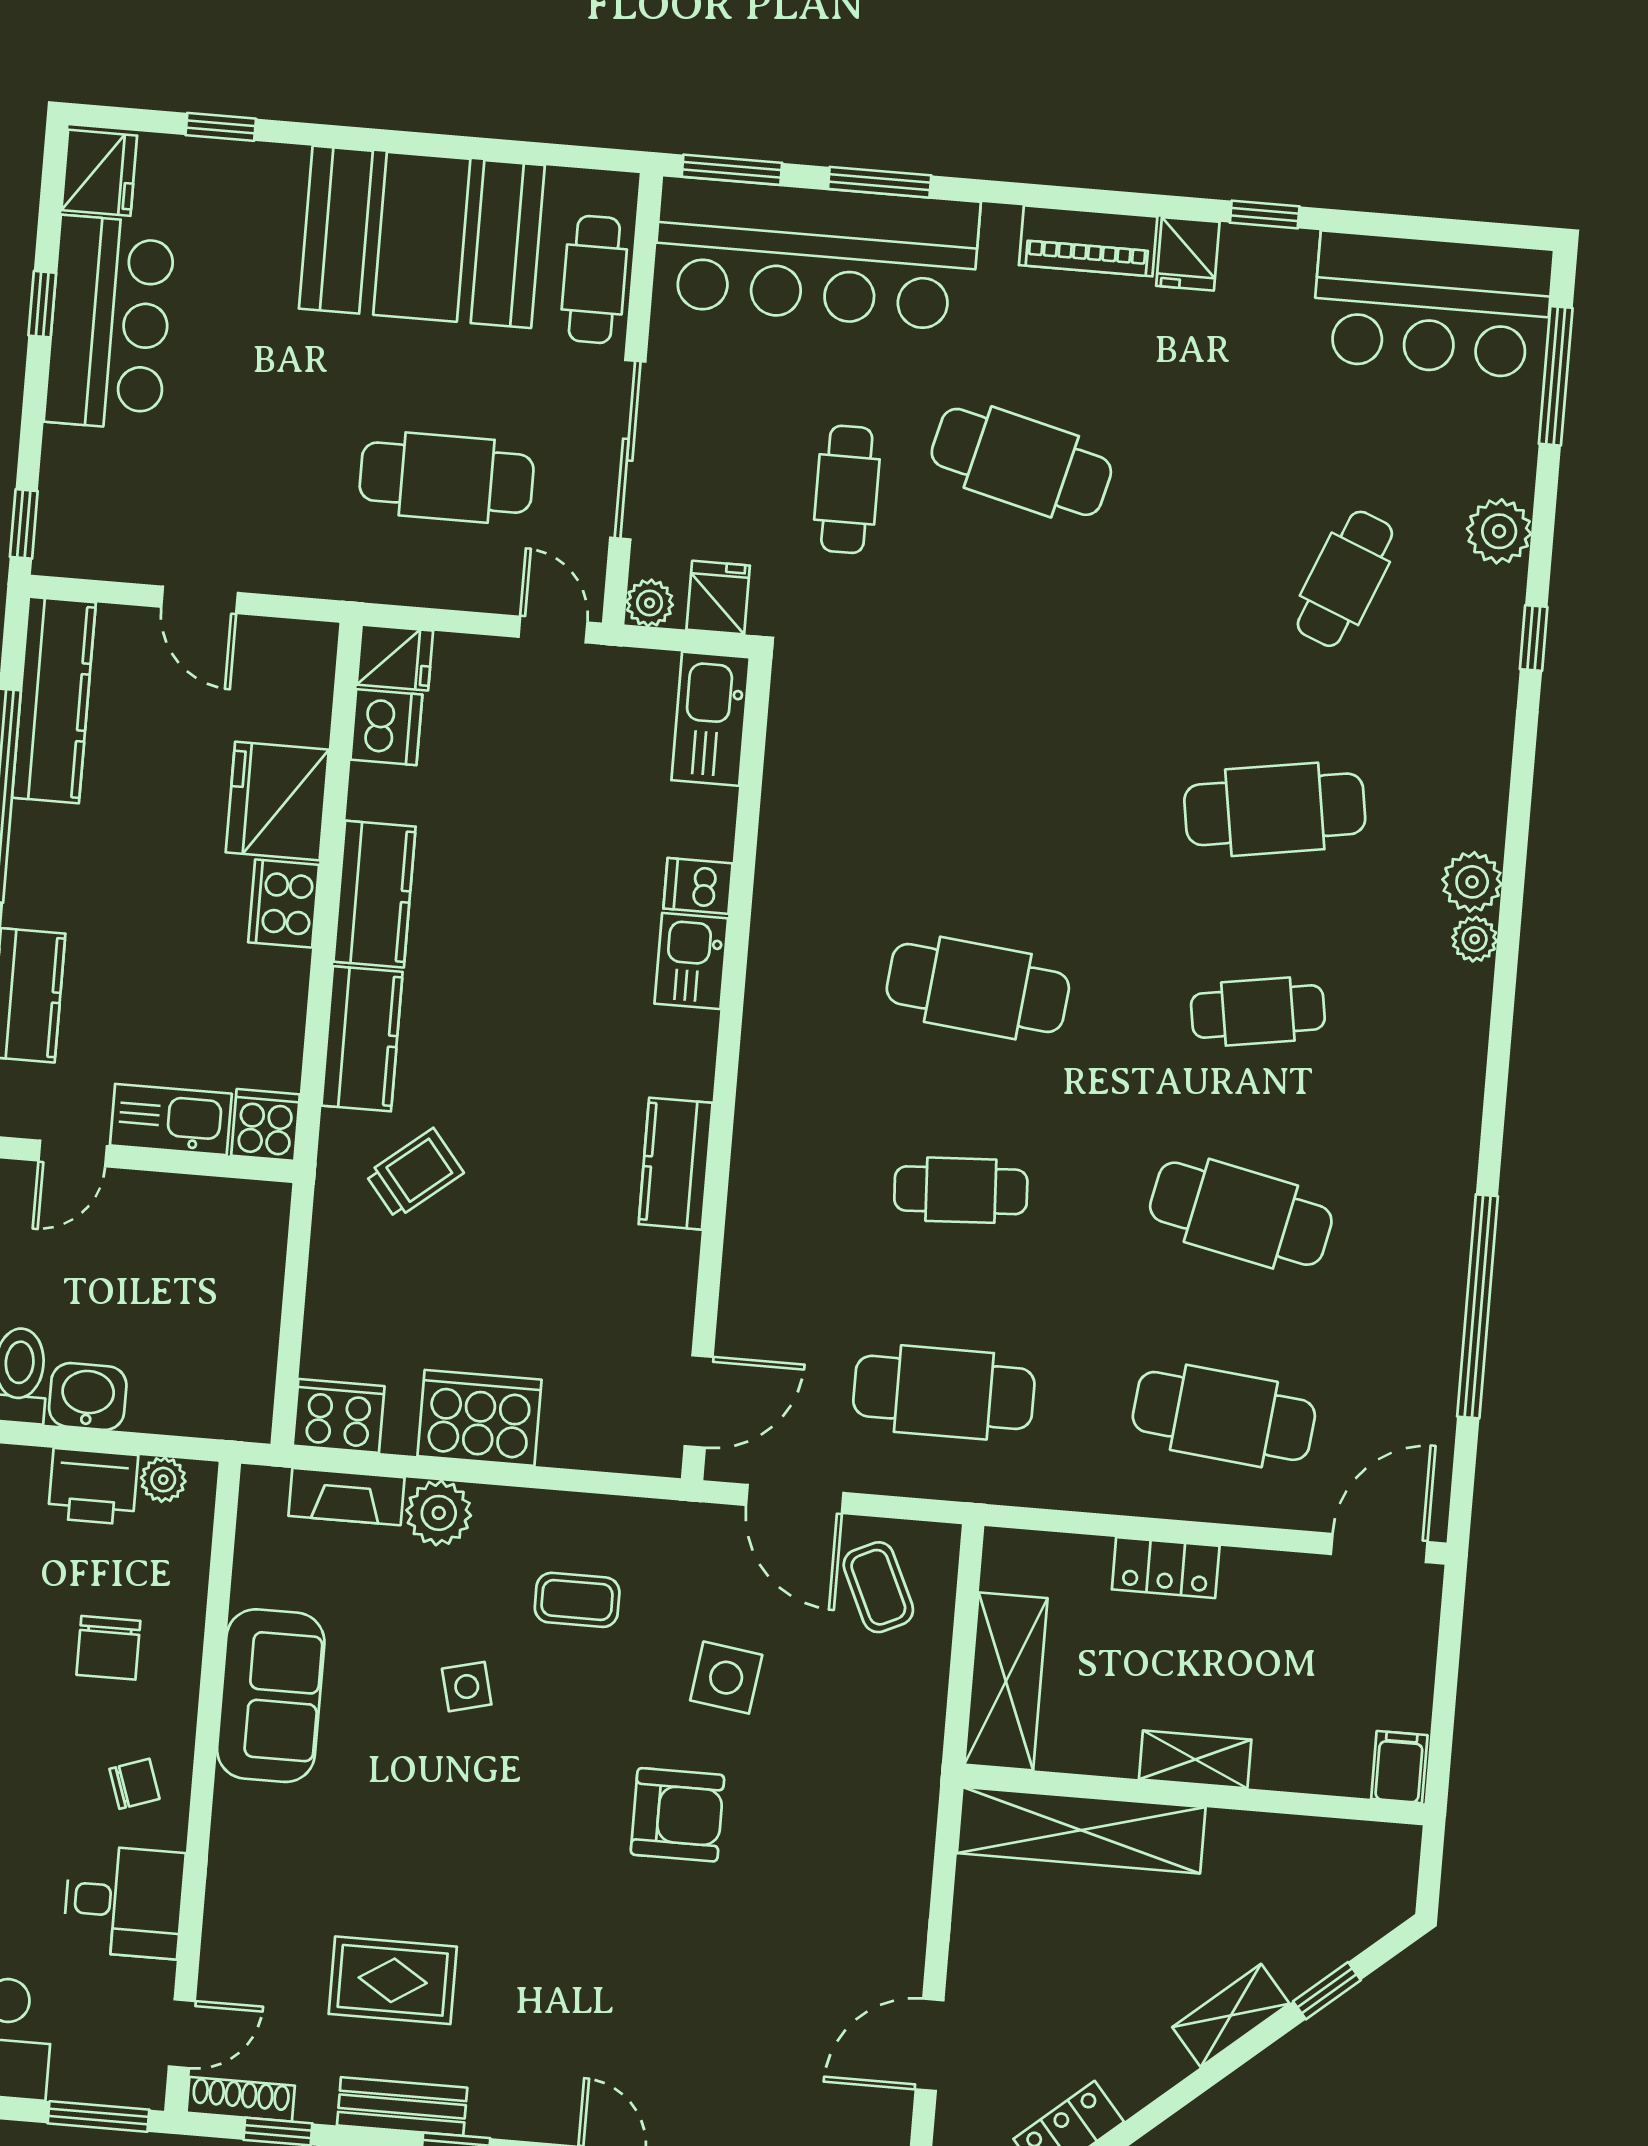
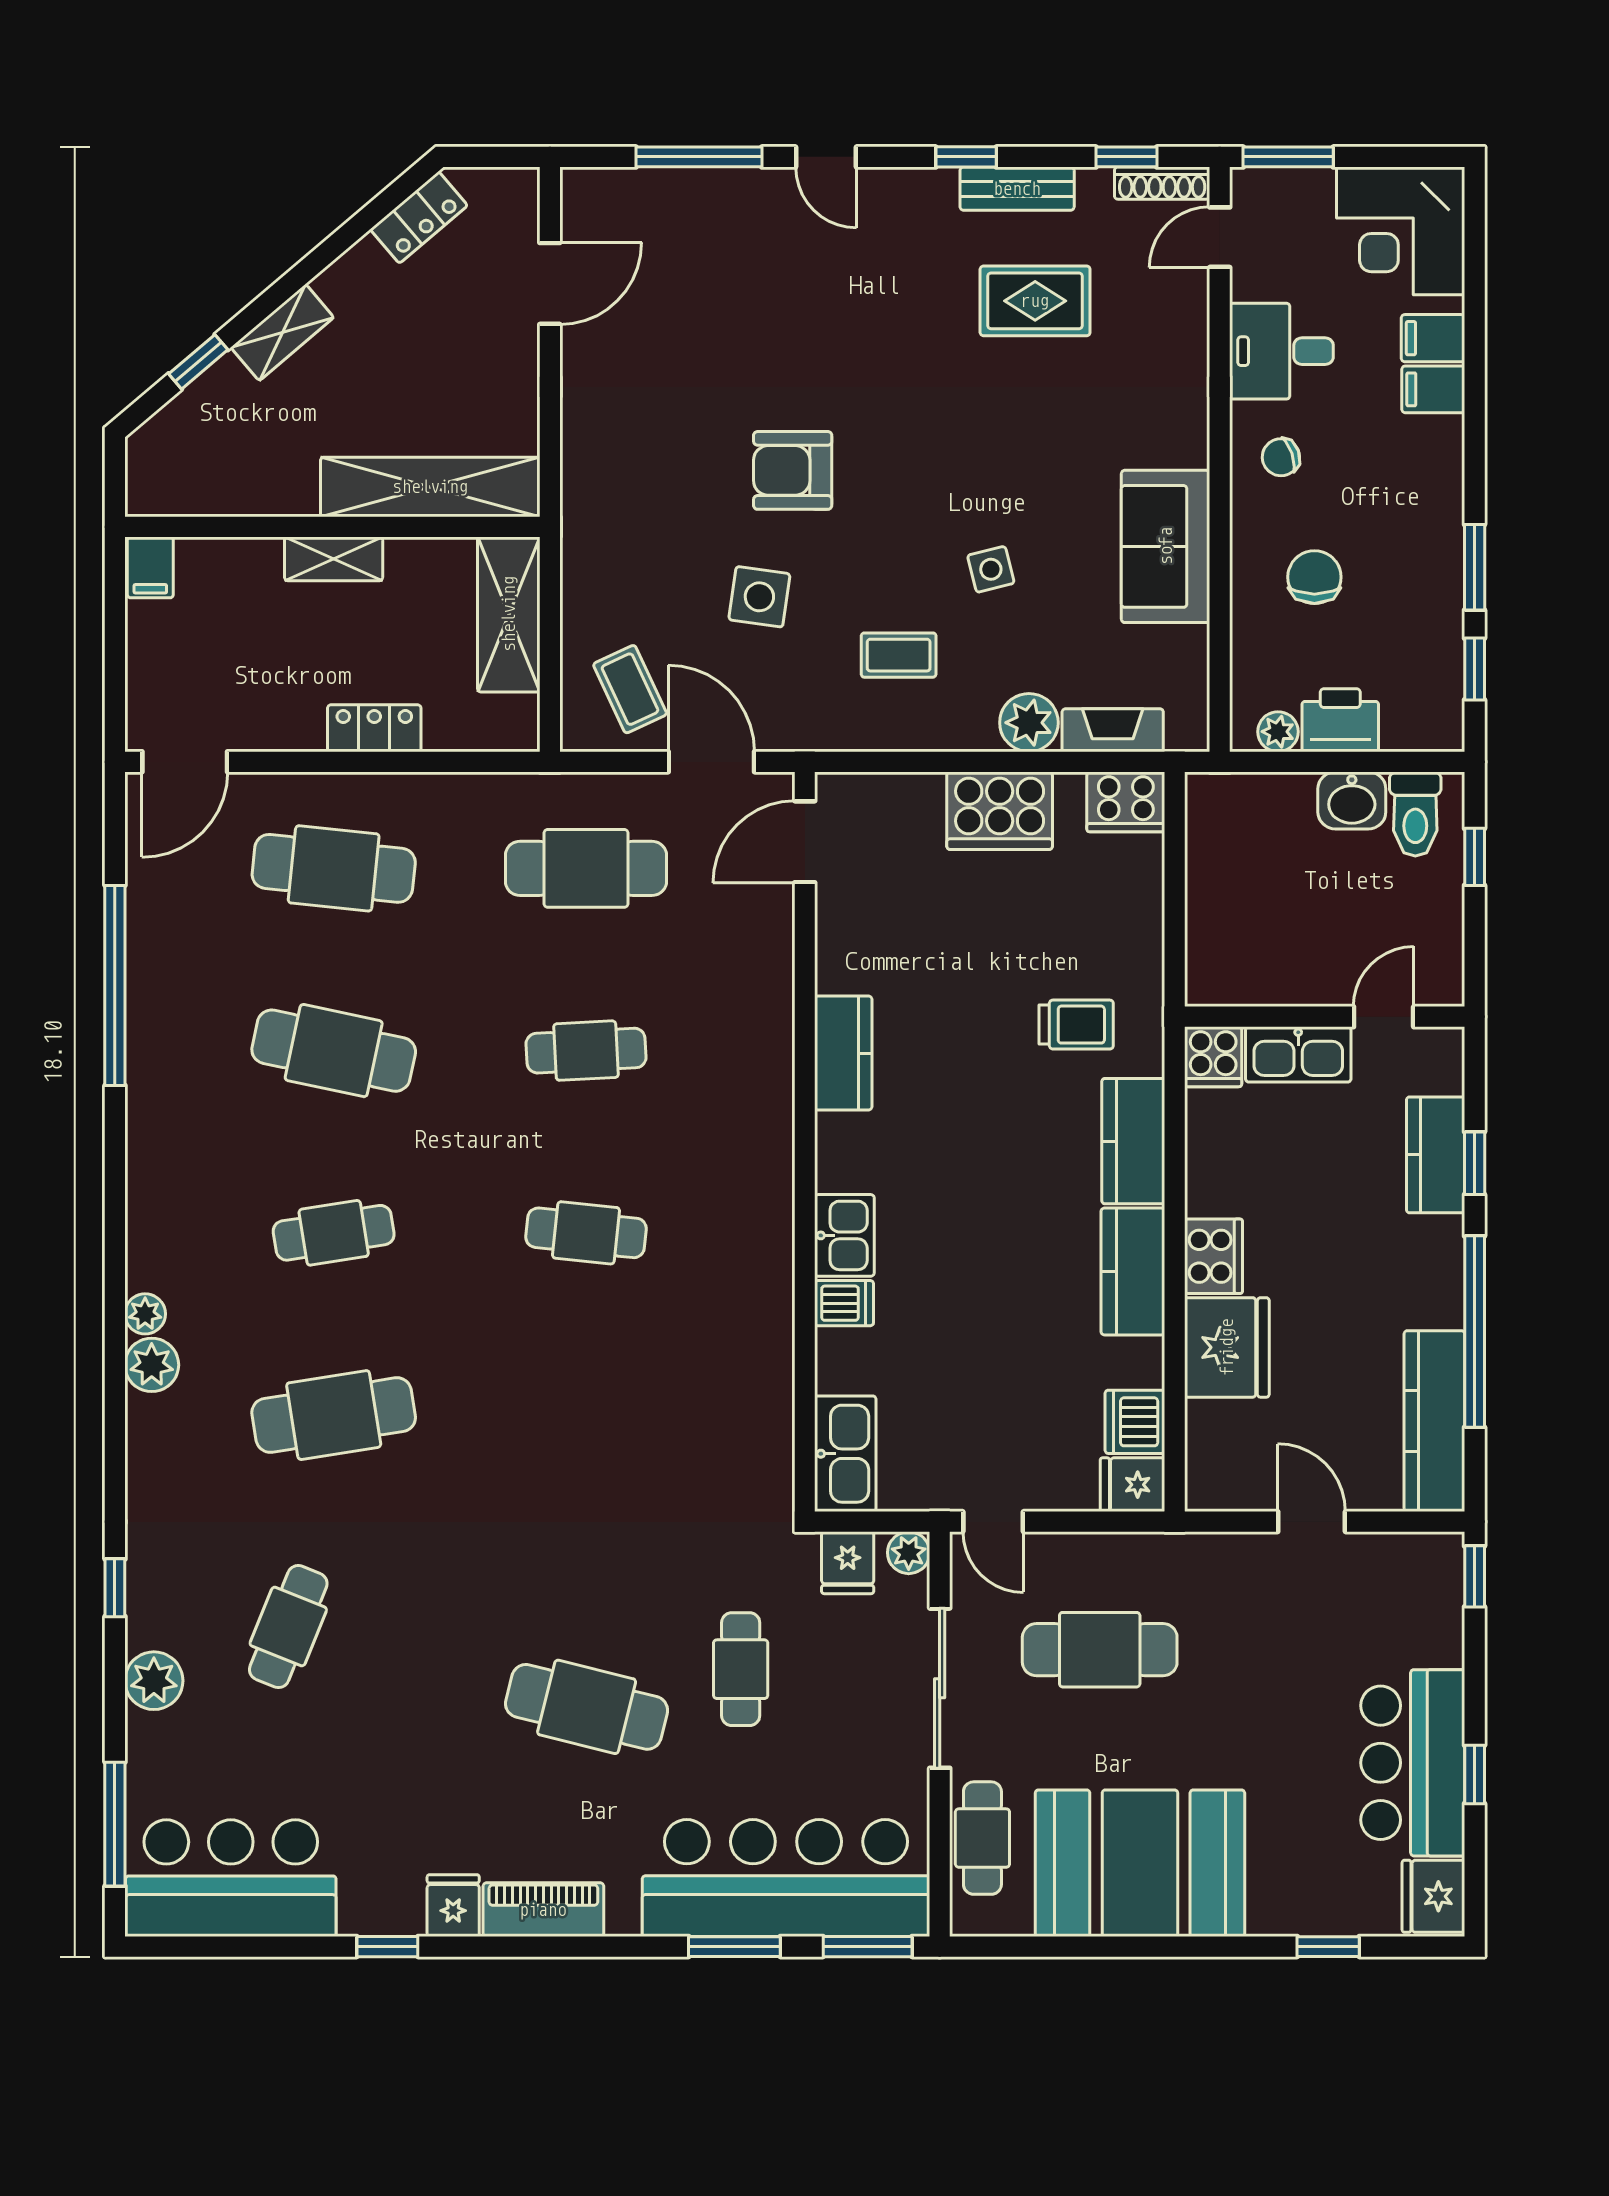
cafe table: (978, 988) -> (586, 1233), width x0.73, depth x0.74
trolley: (415, 1173) -> (1076, 1025), turned -141

